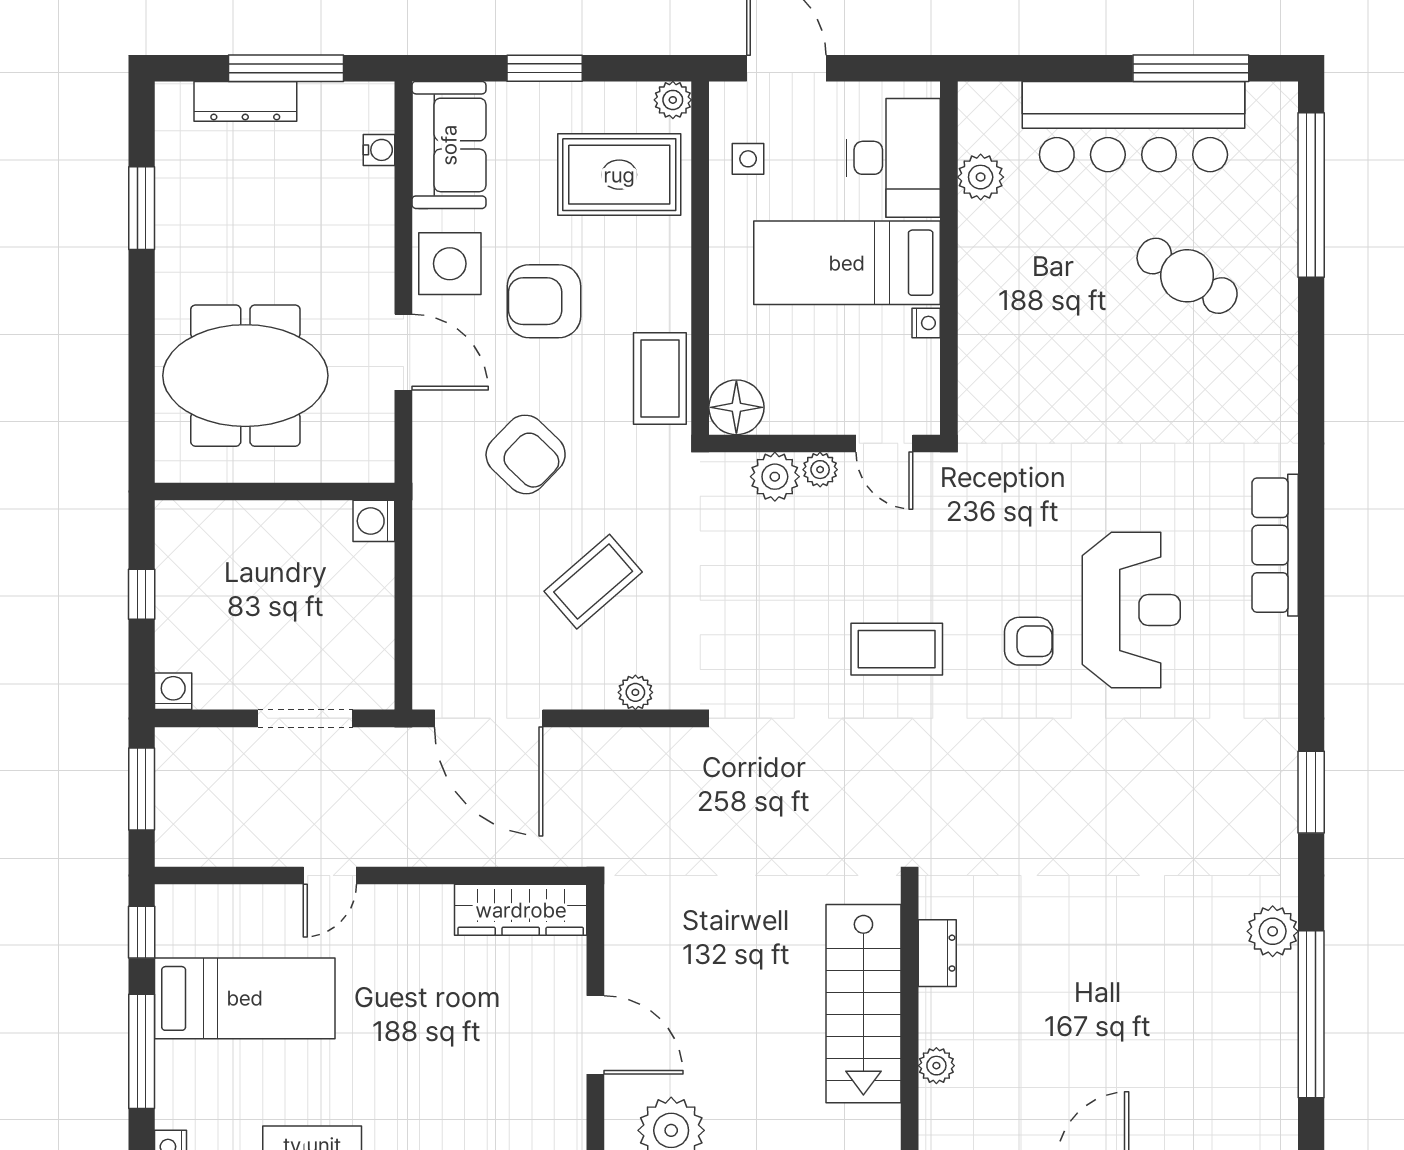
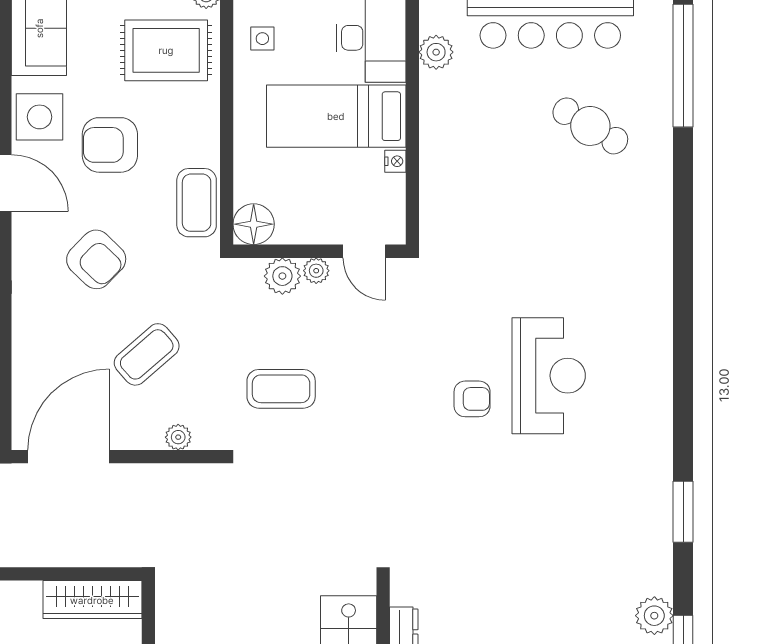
row of seats: (1275, 545) -> (656, 327), removed
coffee table: (897, 649) -> (281, 389), moved
door: (489, 718) -> (69, 457), swing flipped

